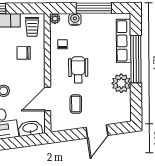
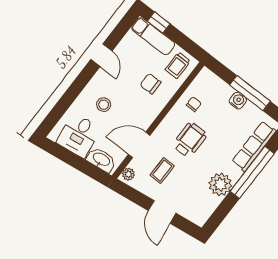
plant: (55, 19) -> (128, 174), moved
water cooler: (75, 19) -> (238, 101), moved
door: (97, 131) -> (162, 212), hinge flipped

